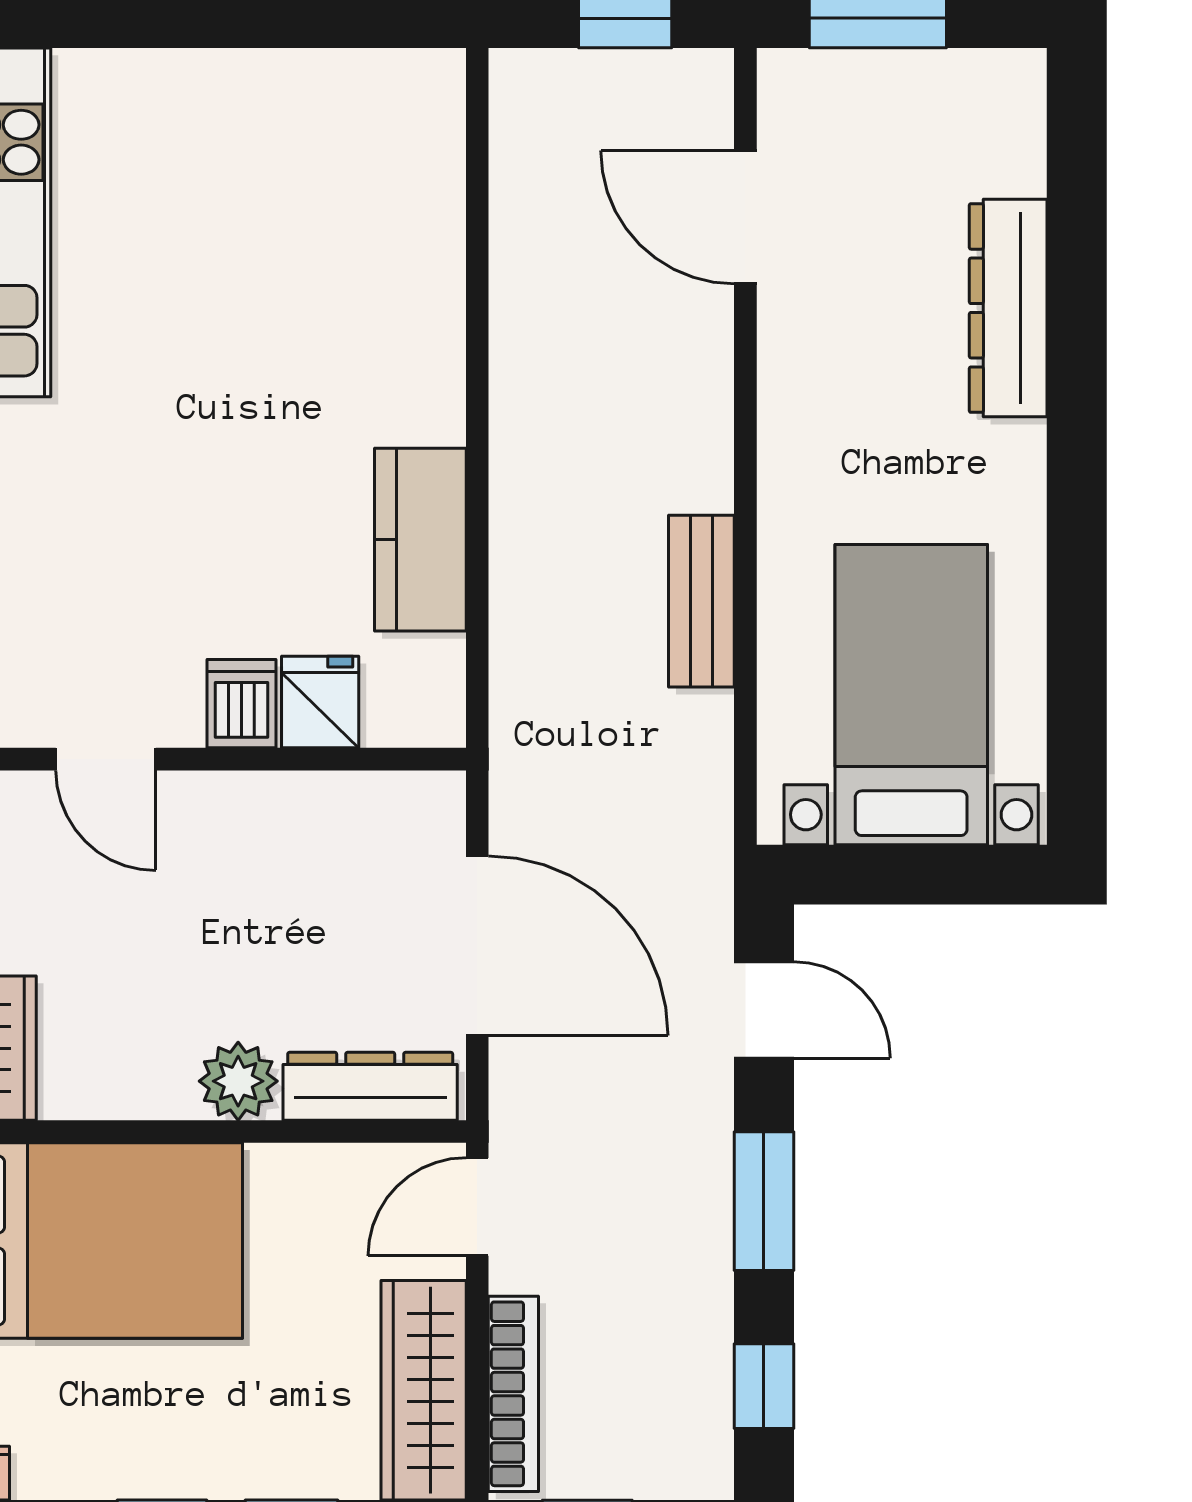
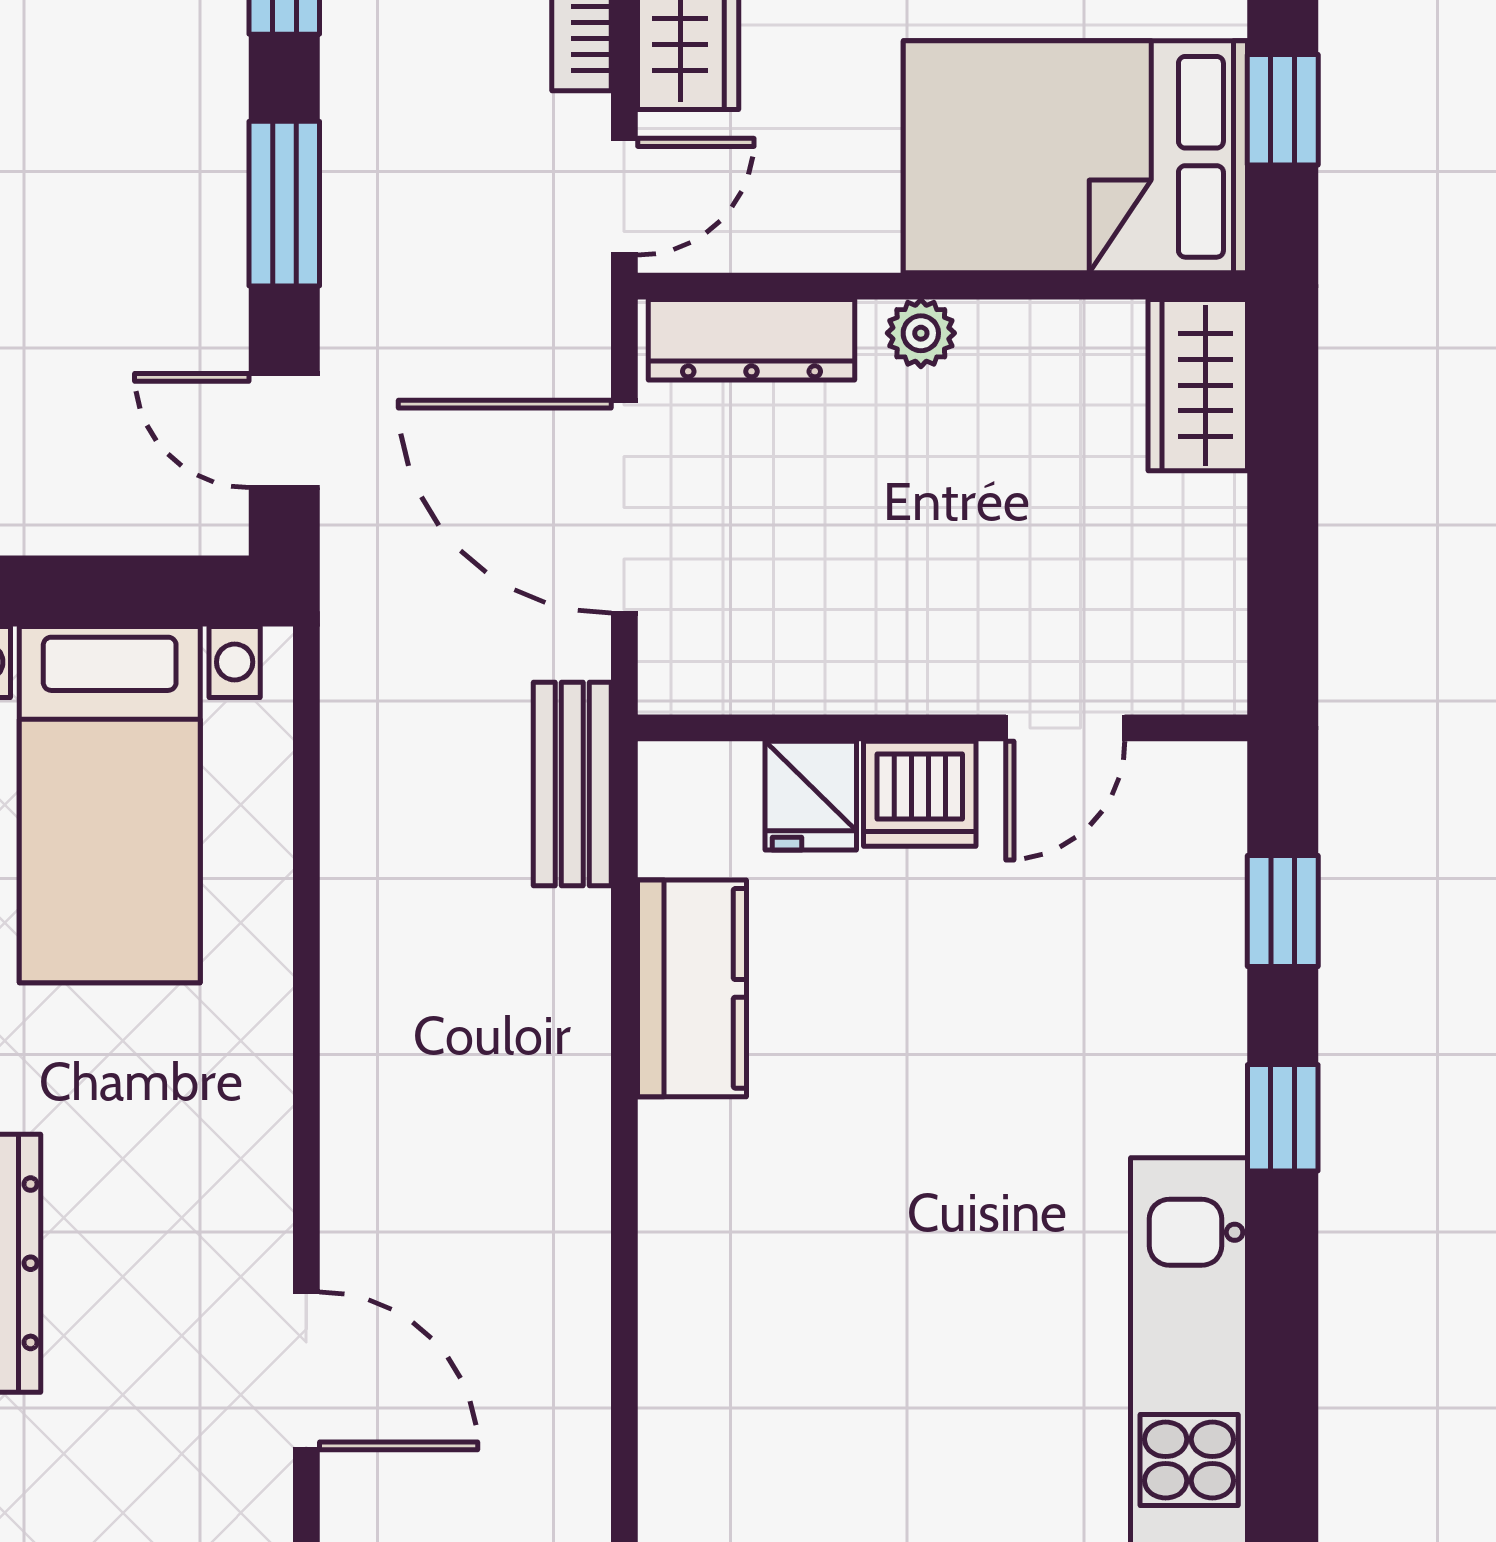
bench: (701, 601) -> (572, 784), moved
dishwasher: (241, 704) -> (920, 794), width x1.38
door: (106, 759) -> (1065, 728), swing flipped
plant: (238, 1081) -> (921, 333), width x0.73, depth x0.73

